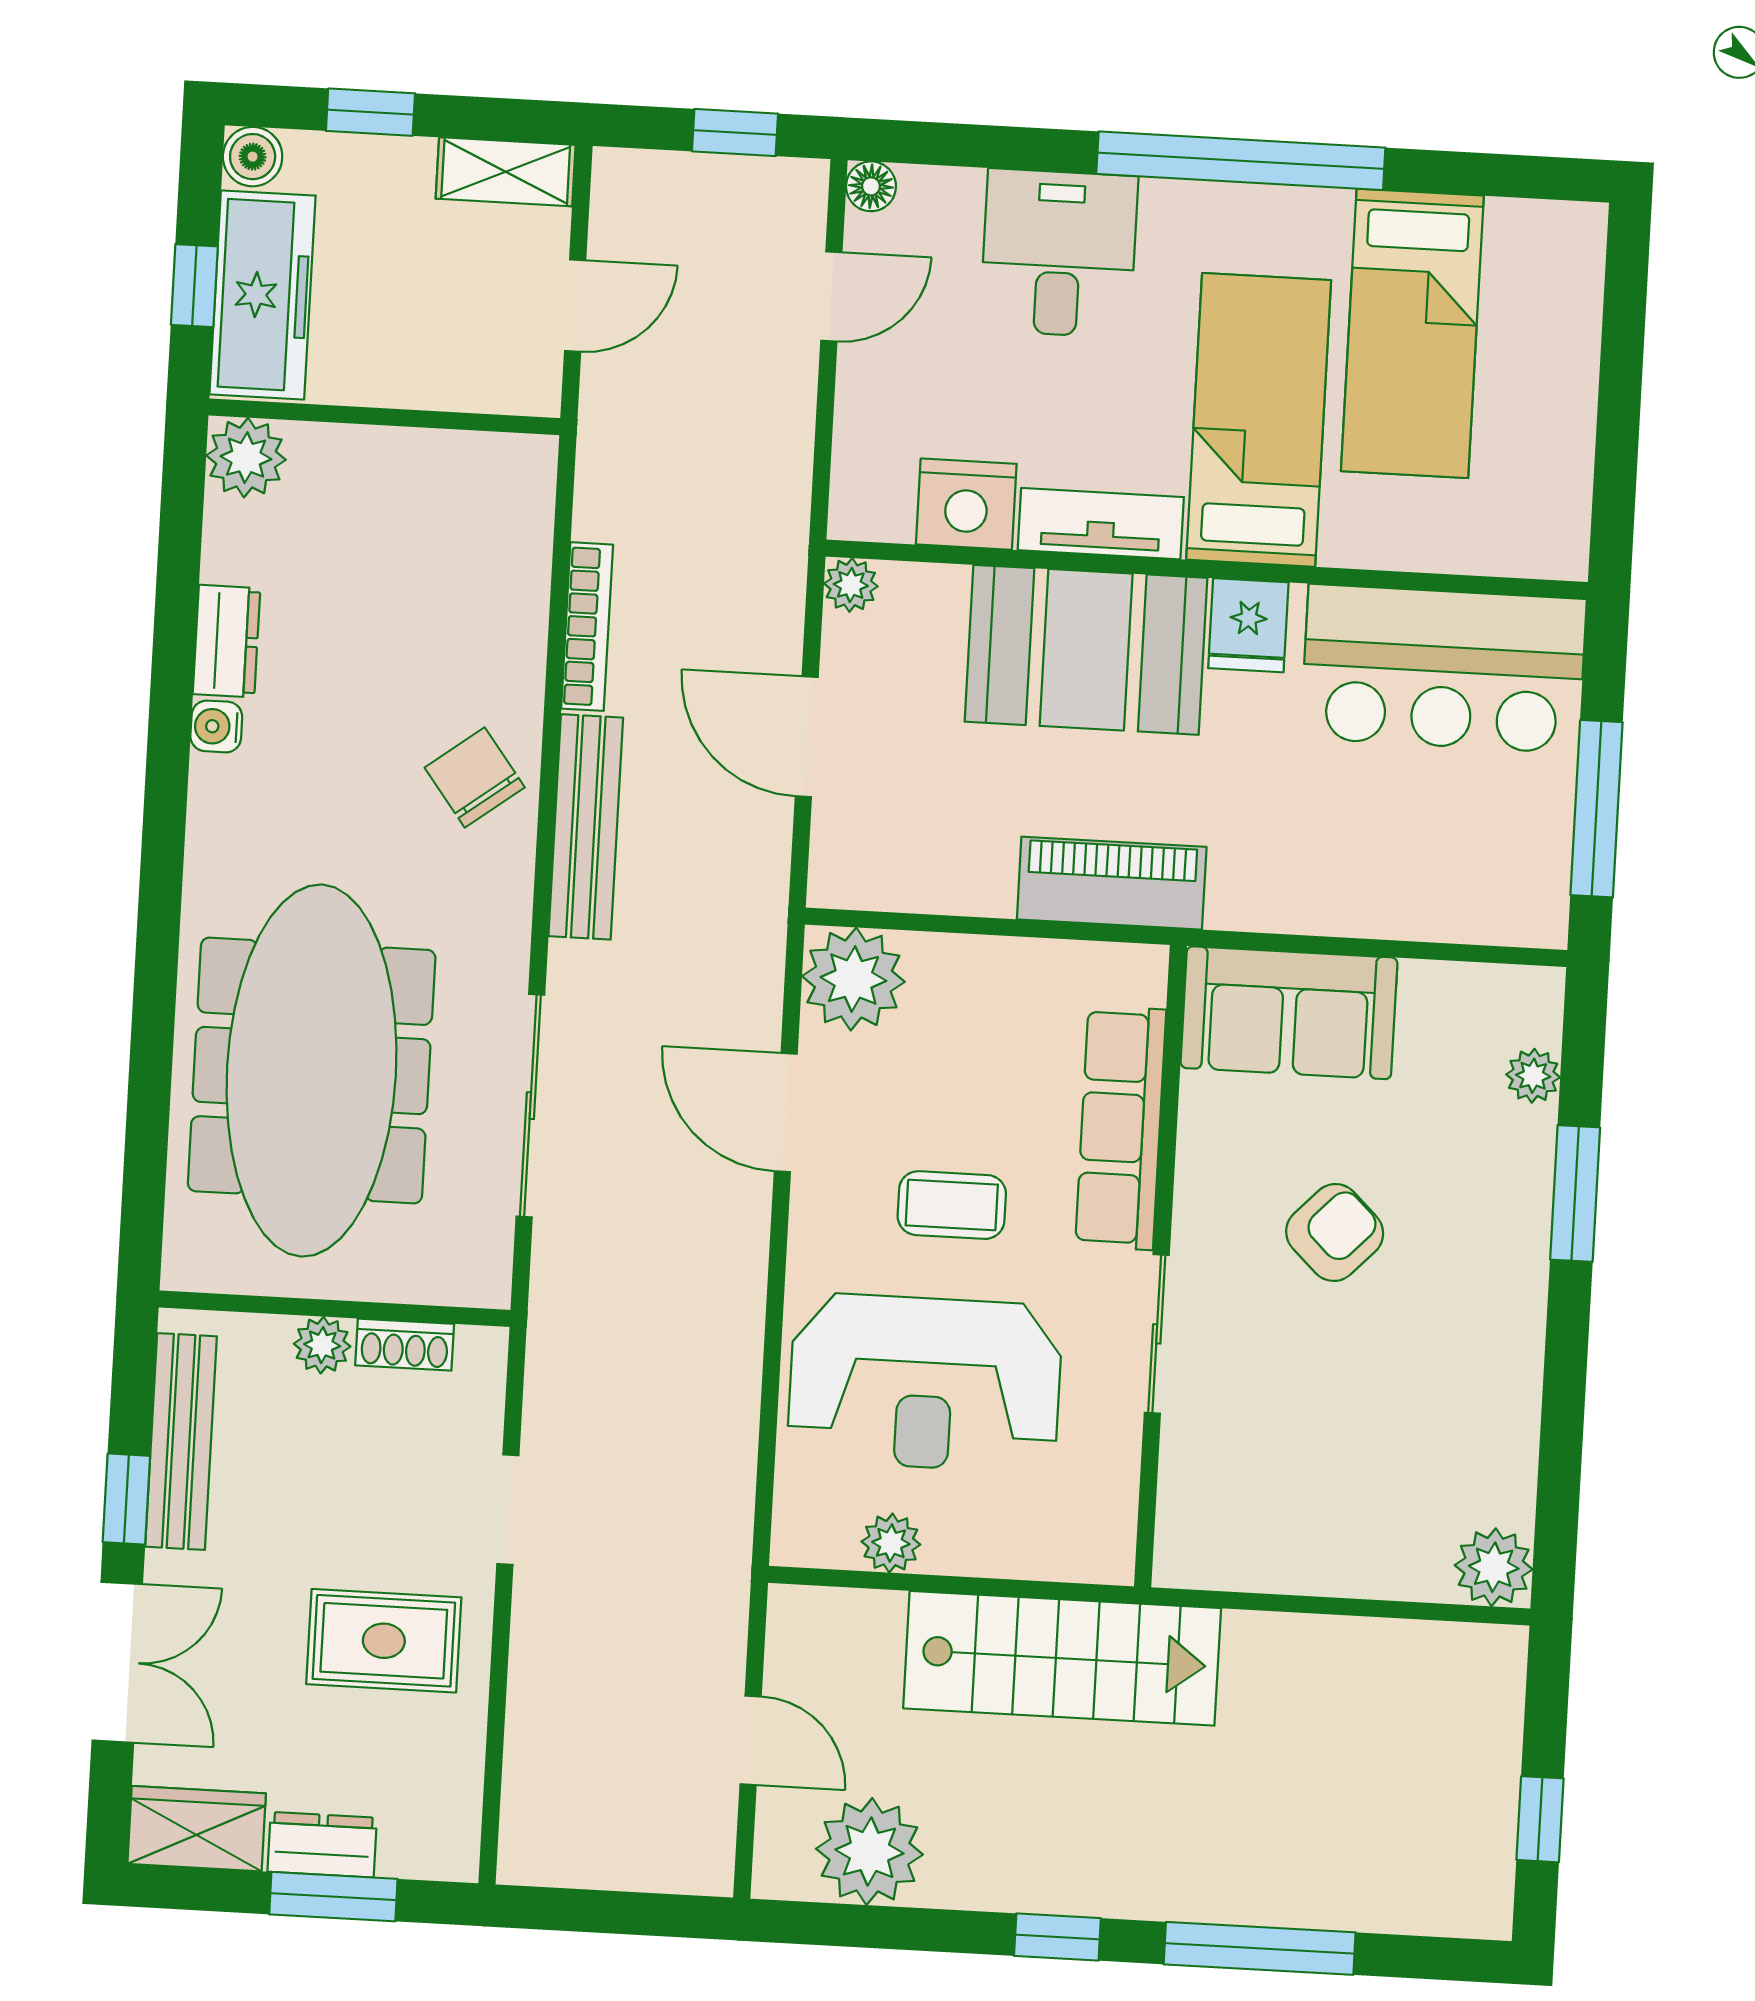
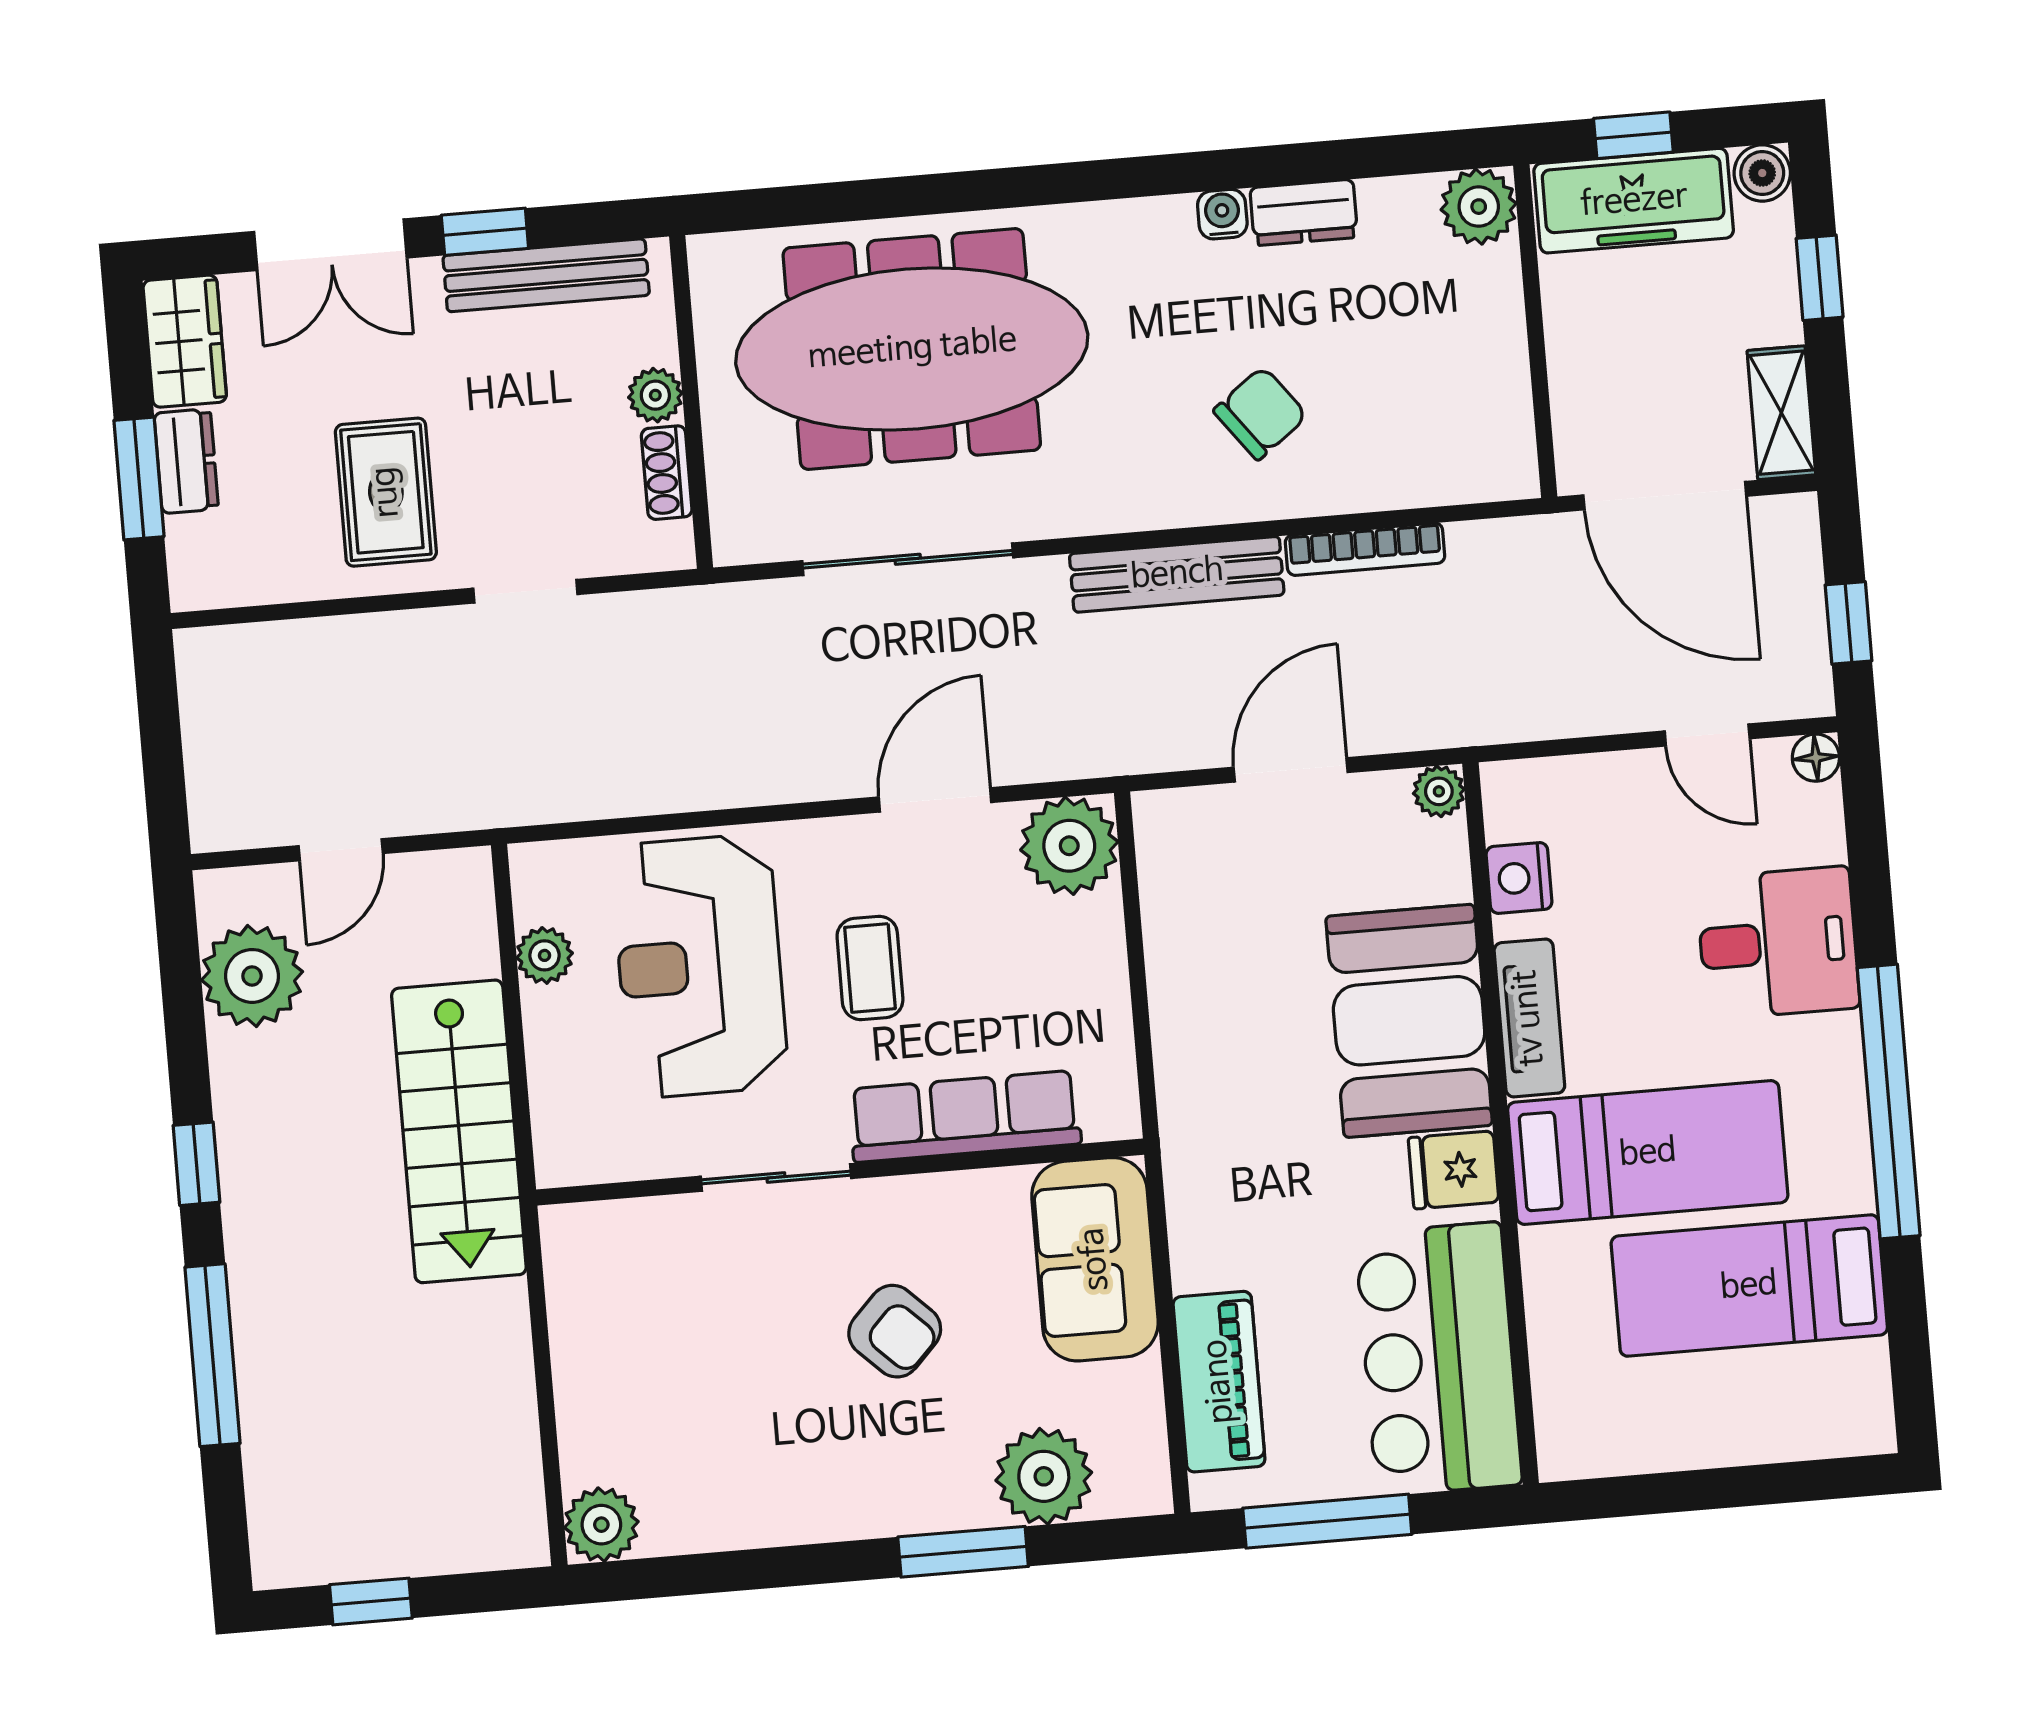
door: (575, 306) -> (1665, 496), width x1.88
nightstand: (966, 504) -> (1519, 878), width x0.74, depth x0.75
chair: (475, 777) -> (1260, 413), moved
piano: (1112, 883) -> (1219, 1382), moved
plant: (1533, 1076) -> (1044, 1476), width x1.88, depth x1.88

